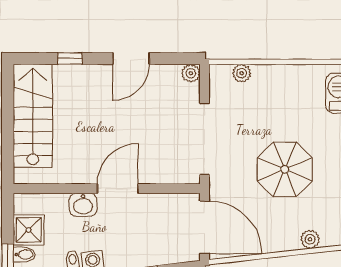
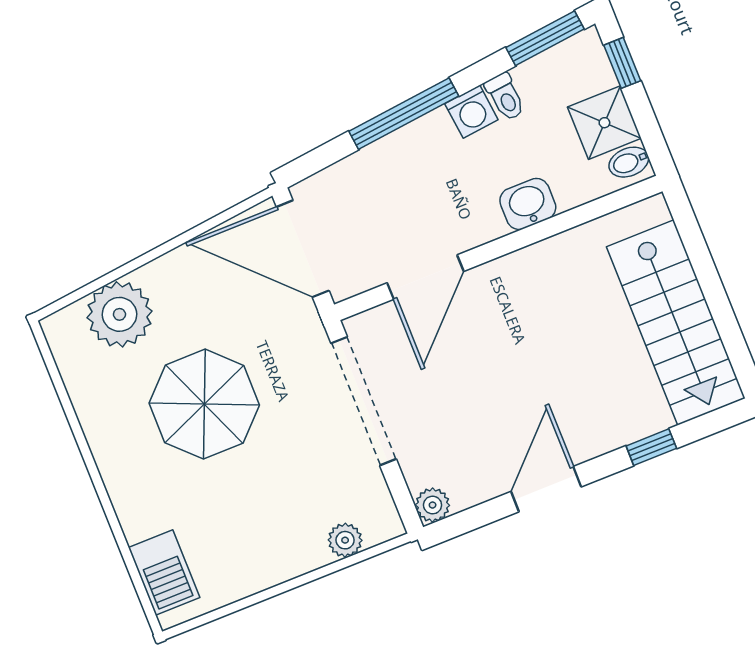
door: (118, 189) -> (425, 277), moved
plant: (310, 239) -> (119, 314), width x1.87, depth x1.87
bidet: (24, 255) -> (629, 162), moved

